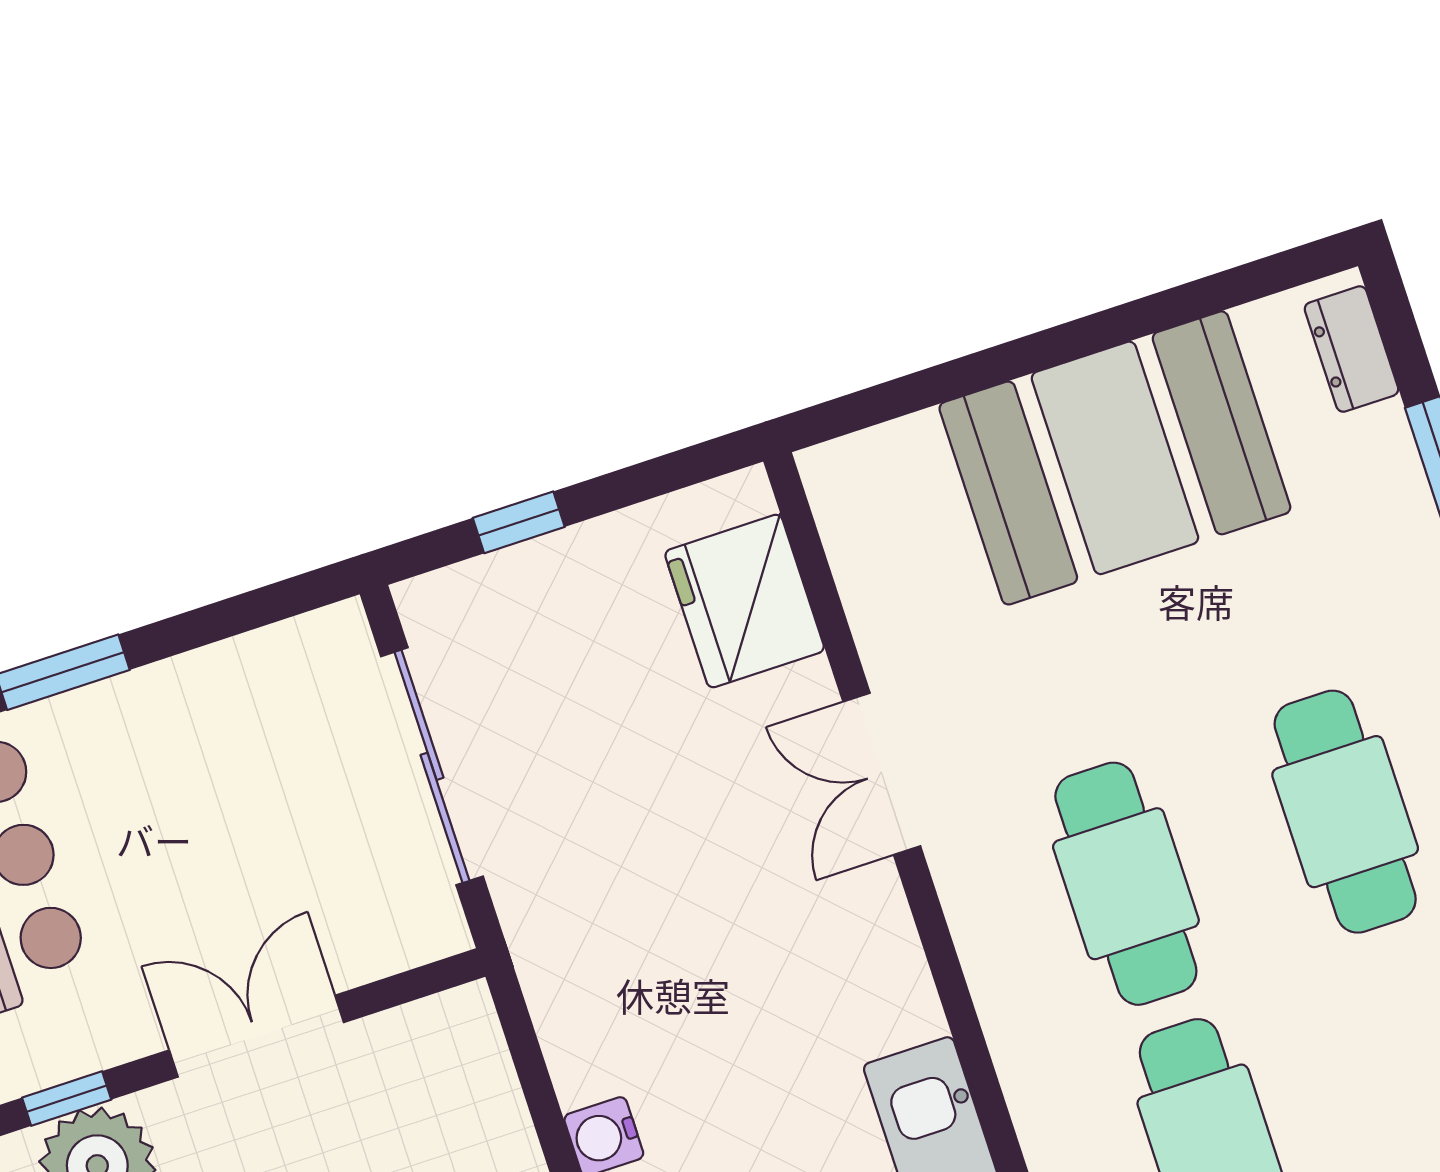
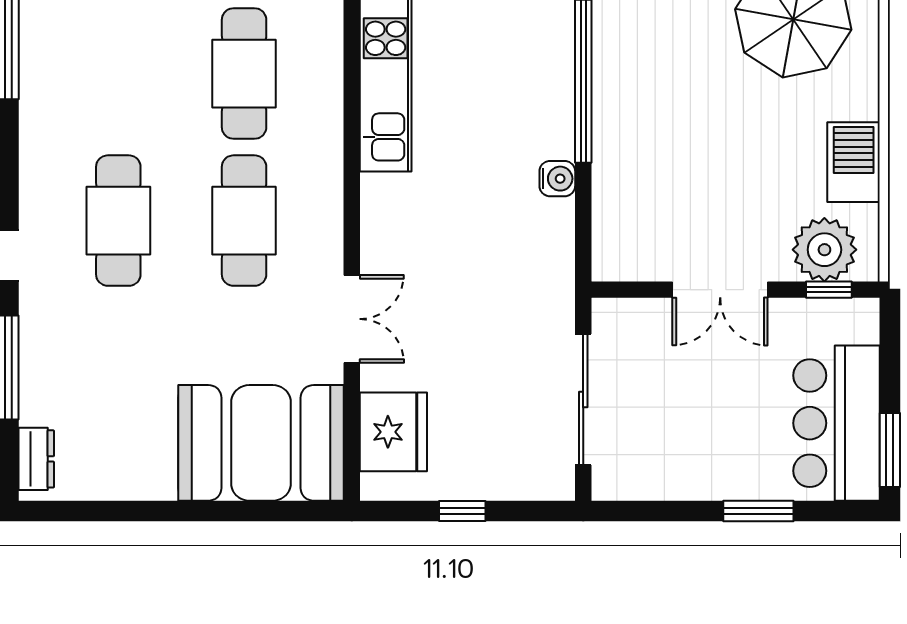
booth: (1115, 458) -> (261, 443), moved
window: (519, 522) -> (462, 511), moved

